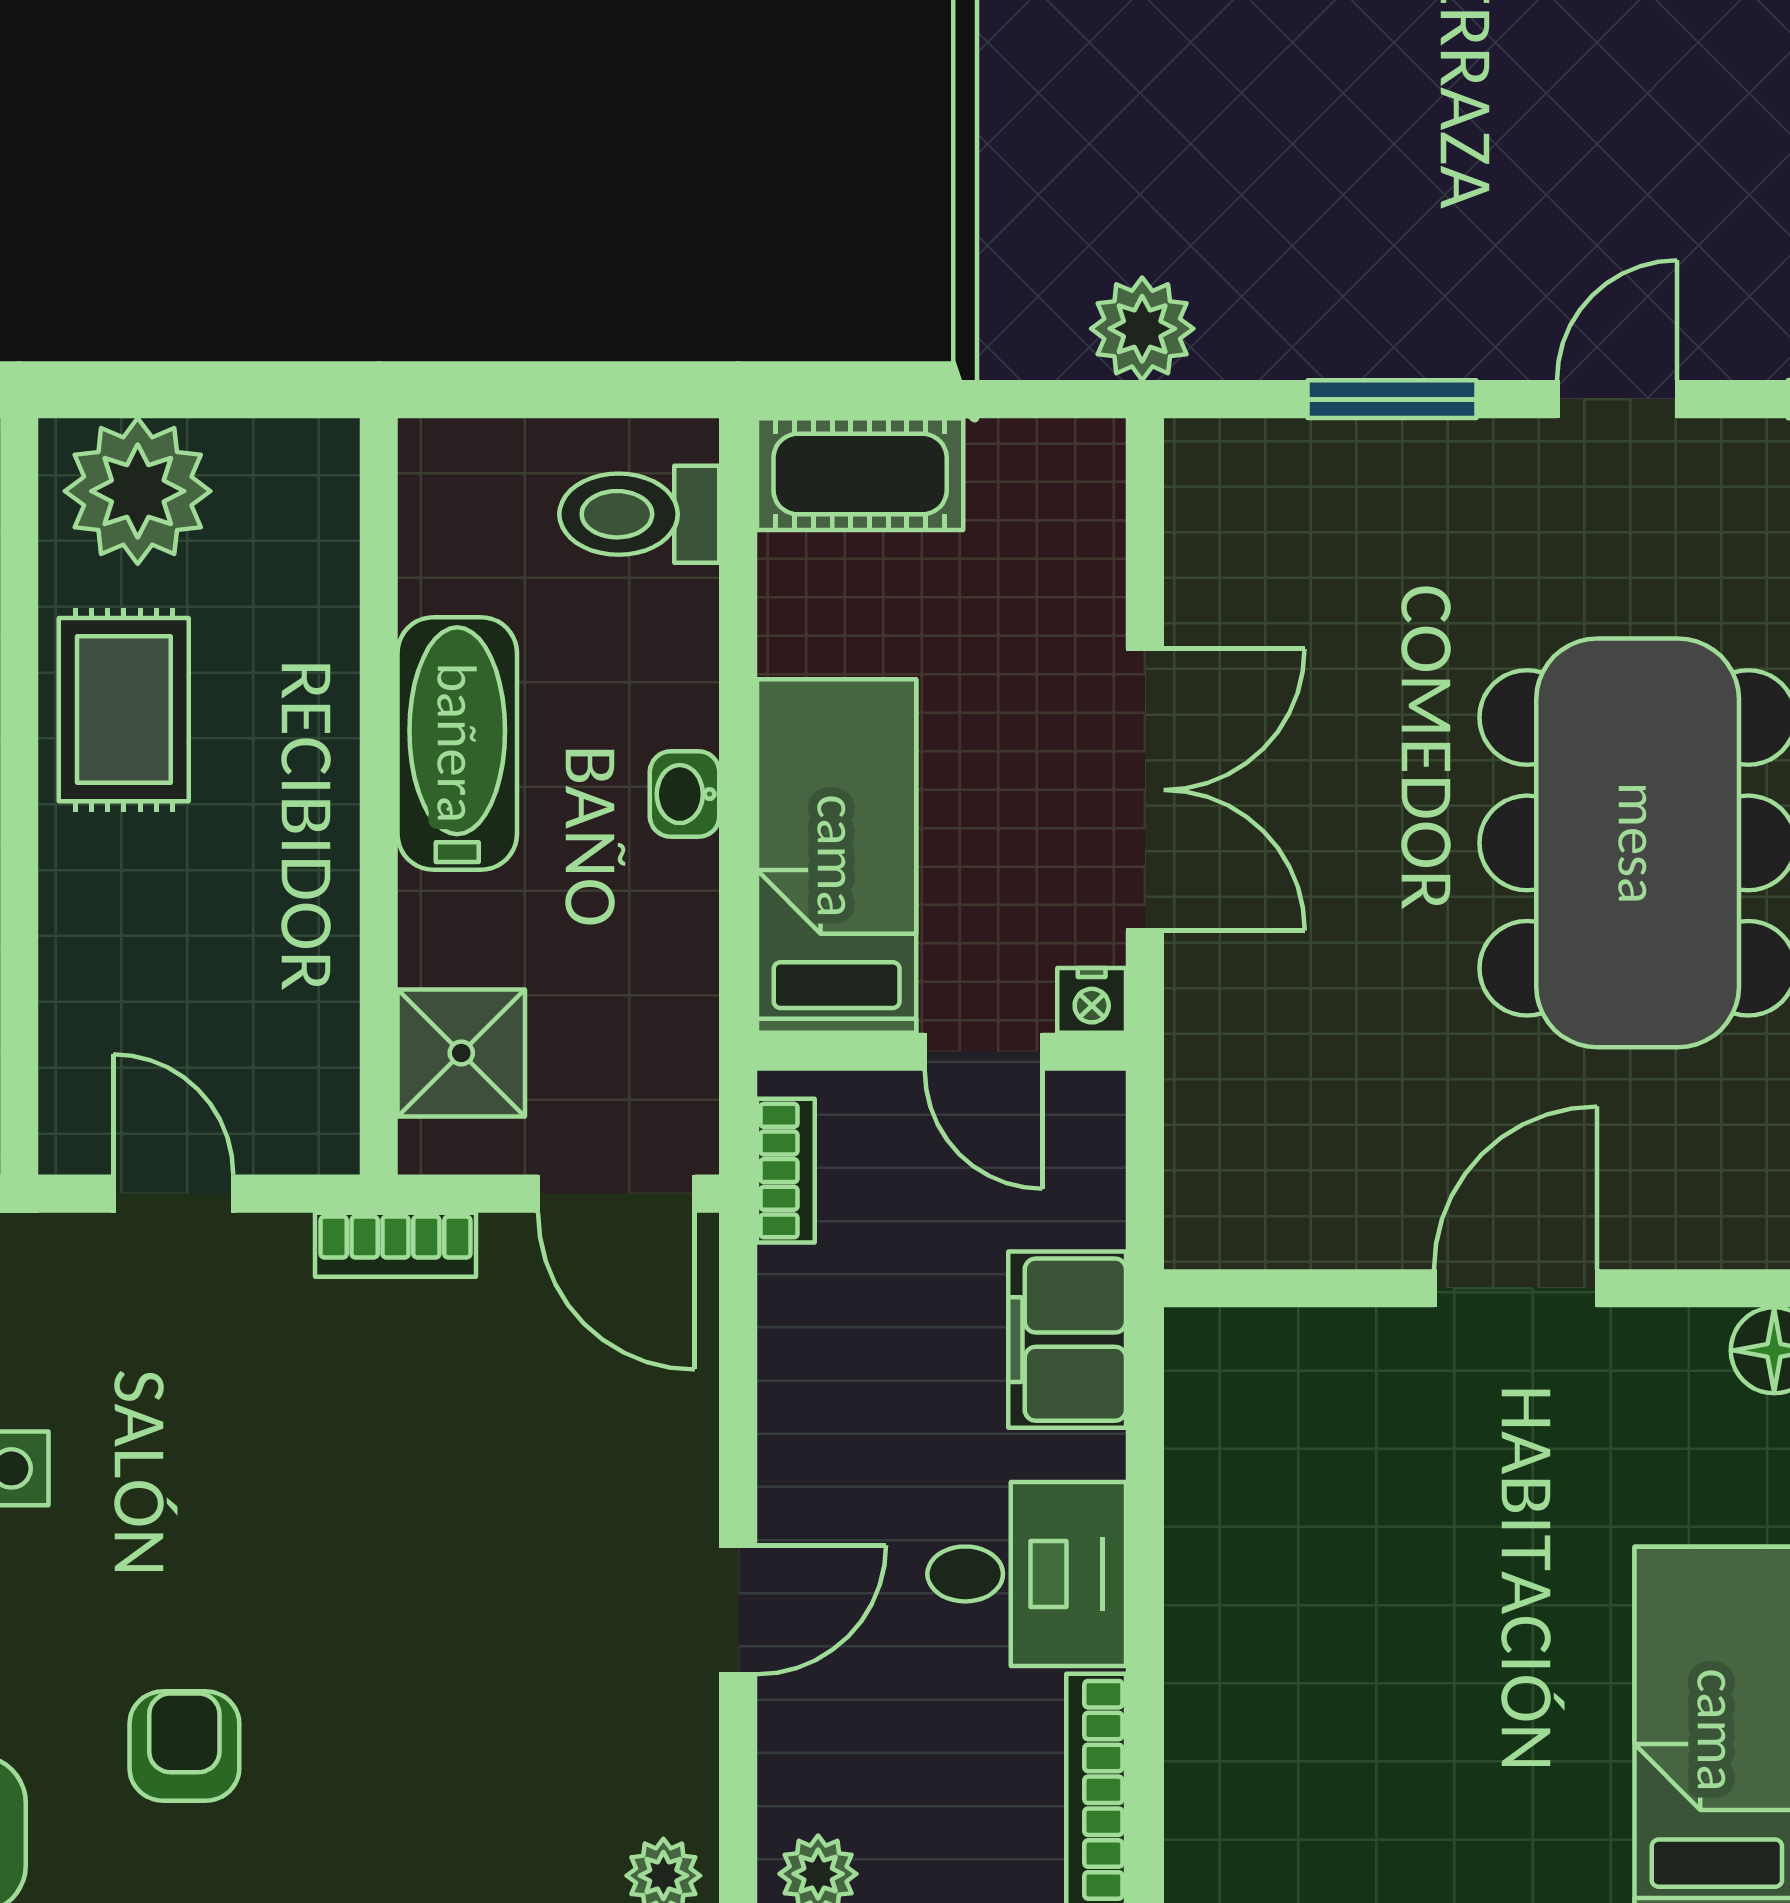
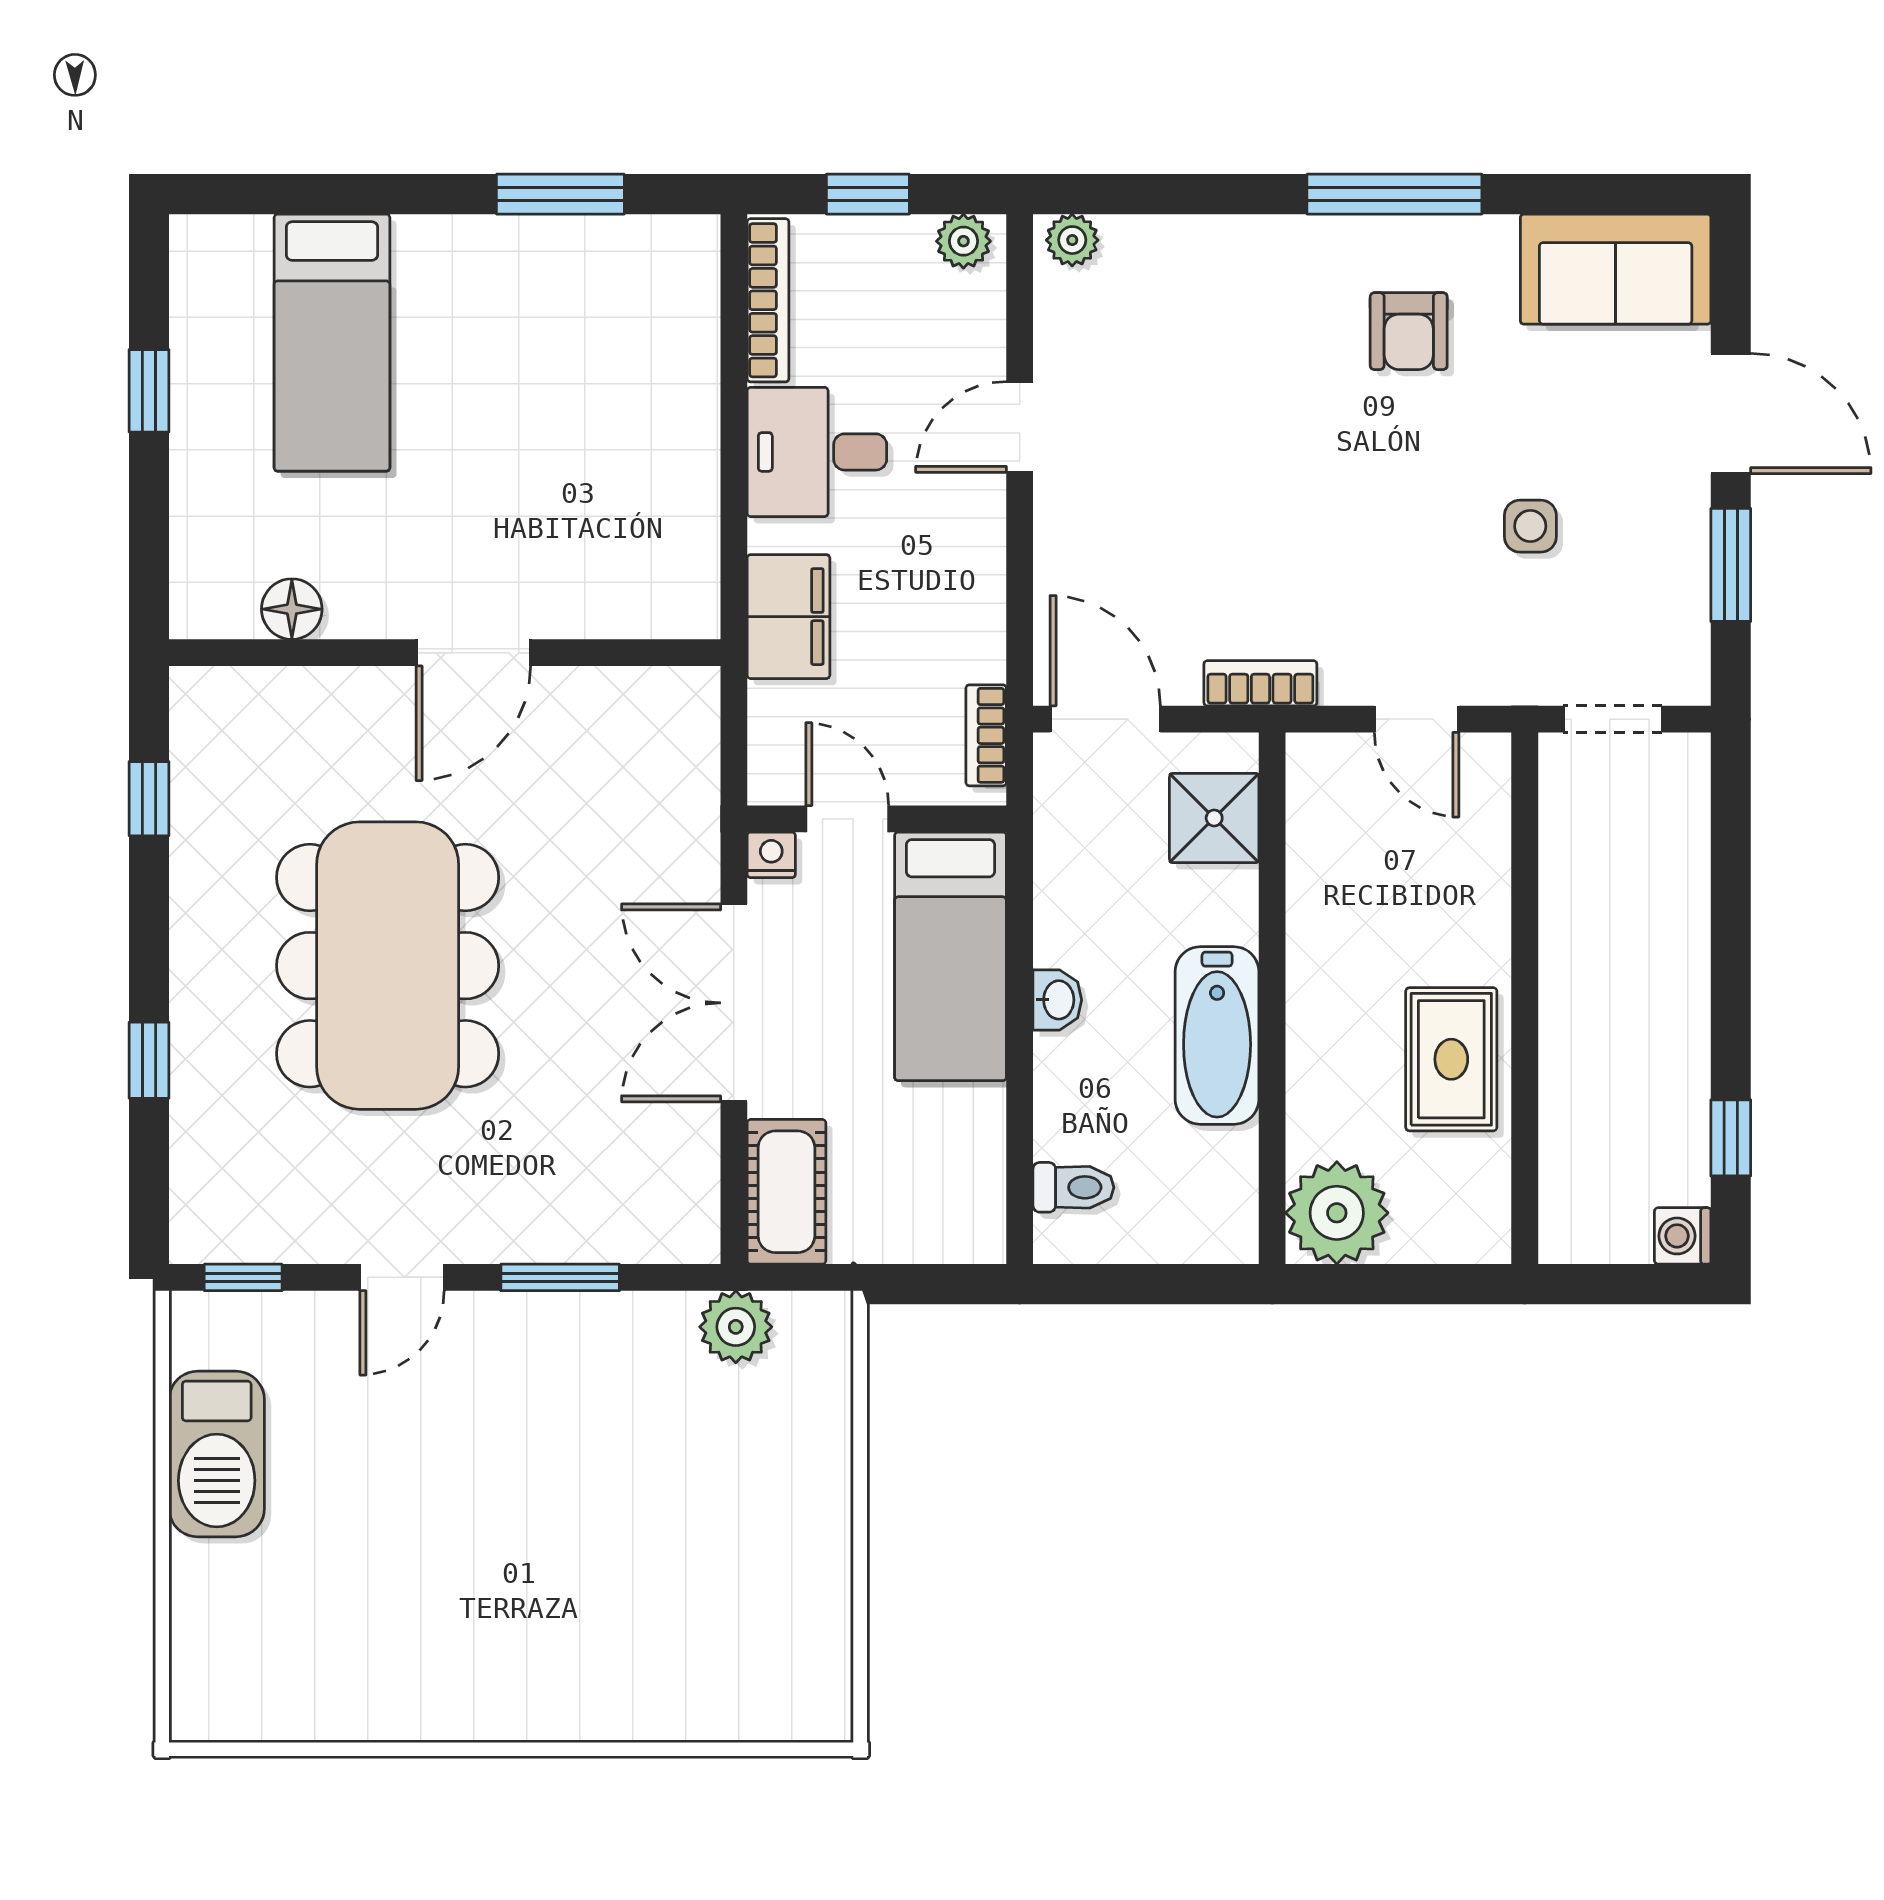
cot: (860, 474) -> (786, 1192), moved, turned 90
plant: (138, 491) -> (1337, 1213), moved
toilet: (639, 514) -> (1073, 1187), width x0.73, depth x0.72

